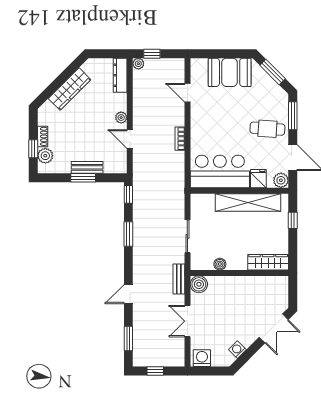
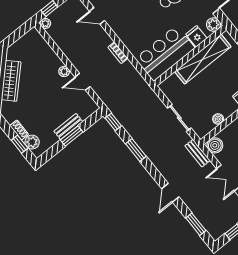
dresser: (120, 75) -> (39, 42), removed

